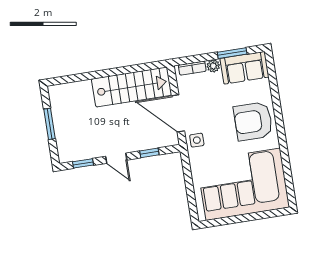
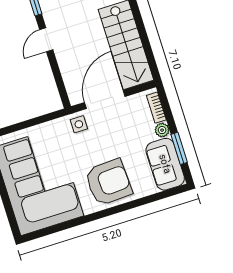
armchair: (253, 121) -> (108, 182), turned 87
window: (149, 153) -> (57, 75), removed

